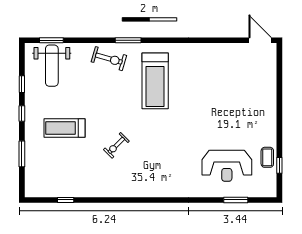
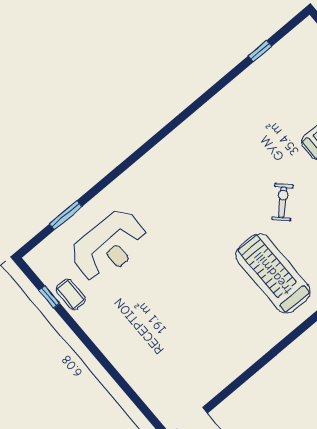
exercise bike: (116, 145) -> (283, 202), moved
reception desk: (227, 166) -> (109, 246), turned 180

